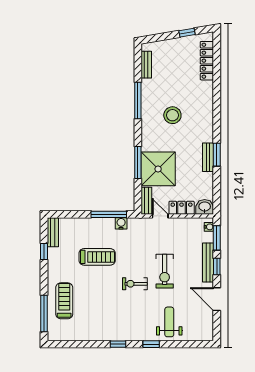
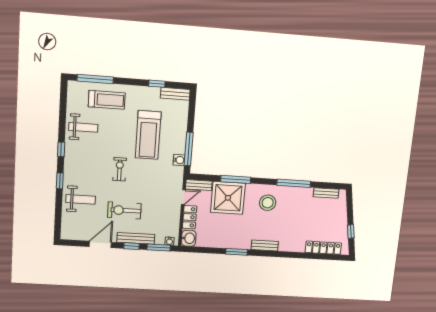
stool: (172, 115) -> (268, 203), moved
bench: (208, 157) -> (265, 246), moved
treadmill: (97, 257) -> (148, 135), width x1.37, depth x1.38
exercise bike: (165, 271) -> (124, 210), moved
weight bench: (94, 323) -> (83, 127), added

